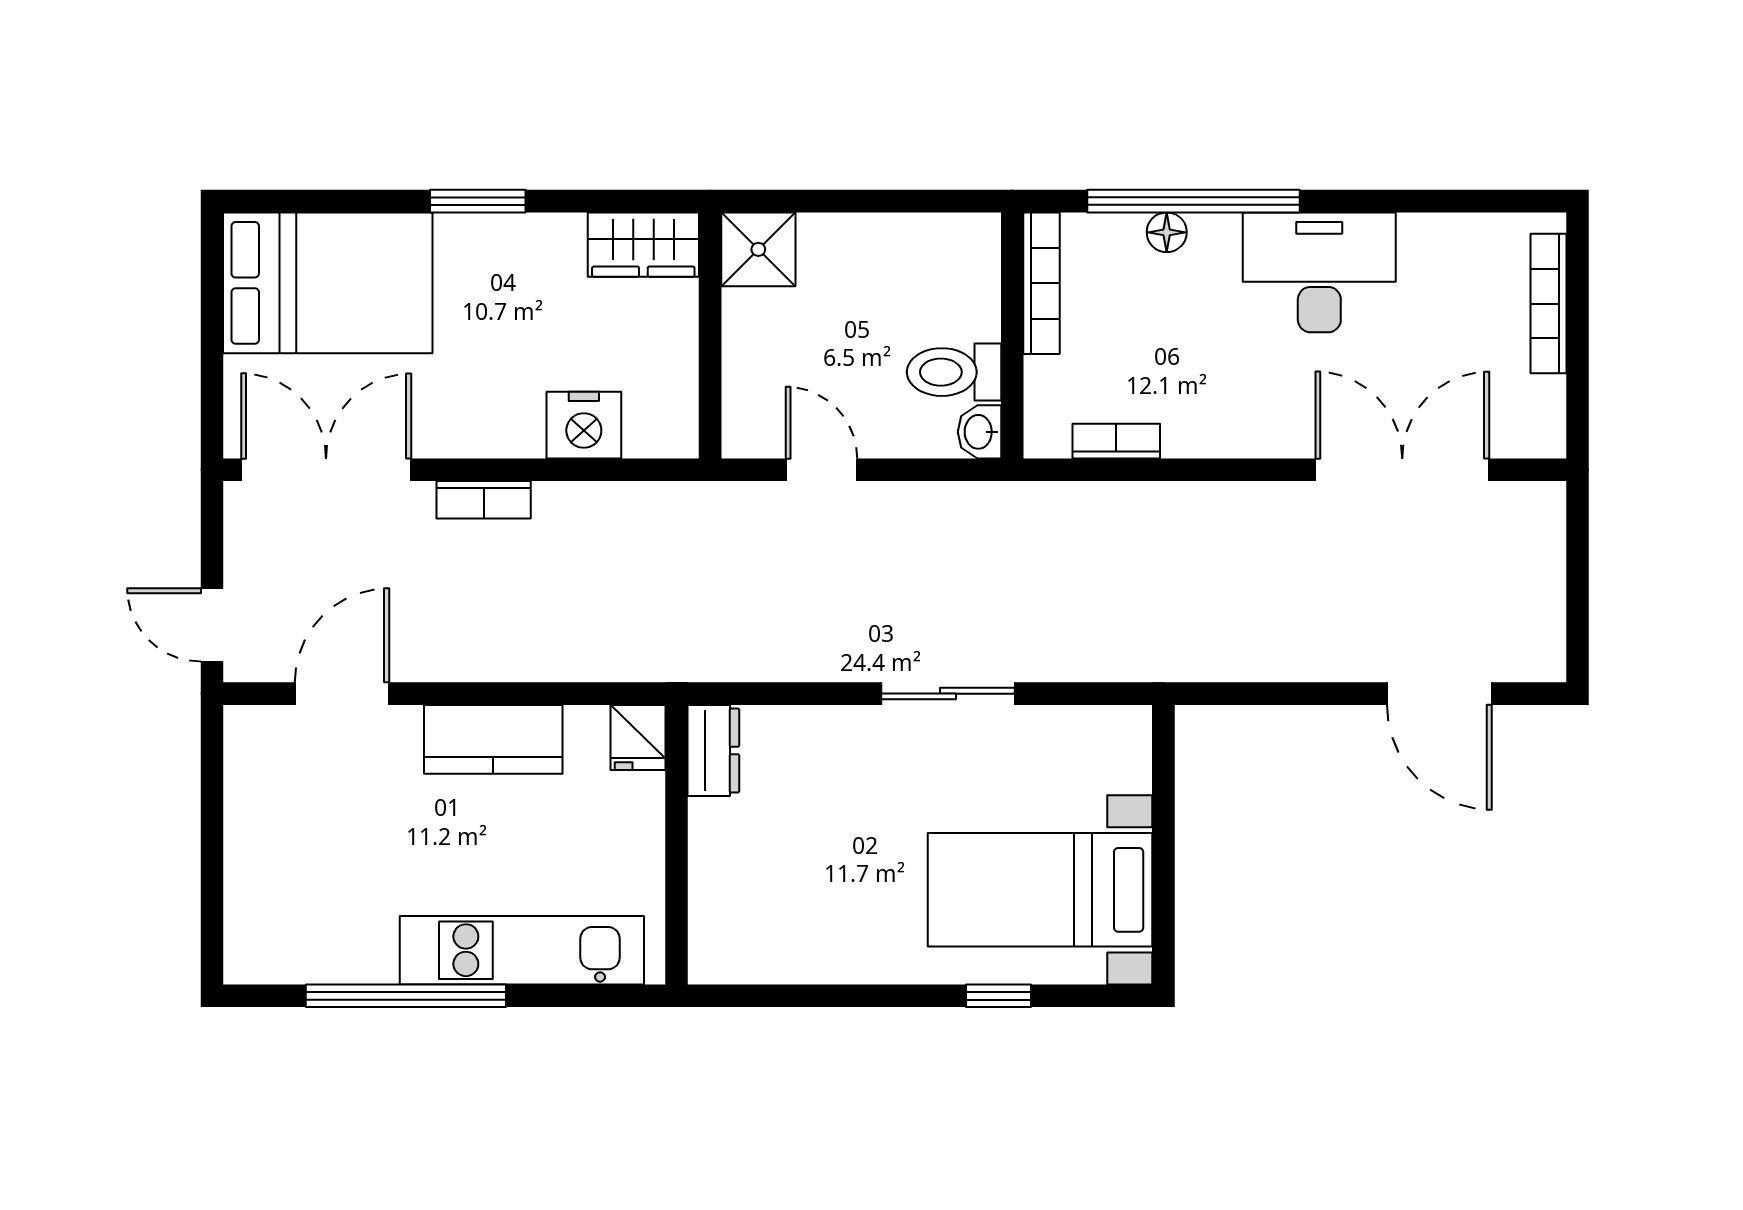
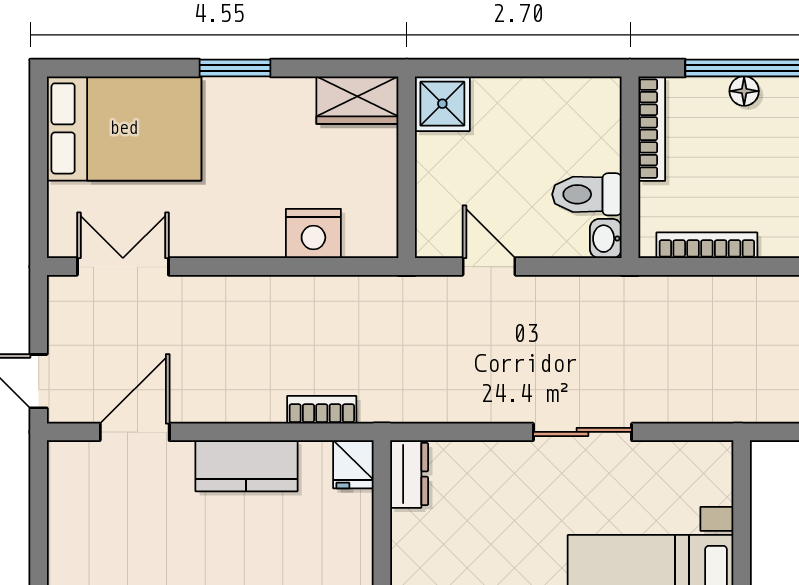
bookcase: (1116, 441) -> (707, 245), width x1.56
double door: (326, 470) -> (123, 267), width x0.73
bookcase: (484, 500) -> (322, 410), moved, turned 180

